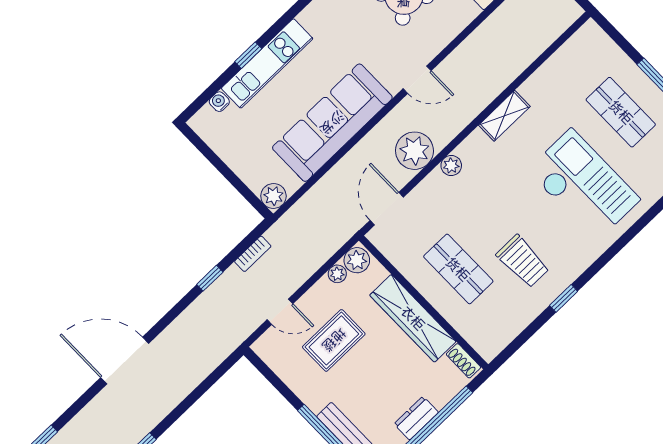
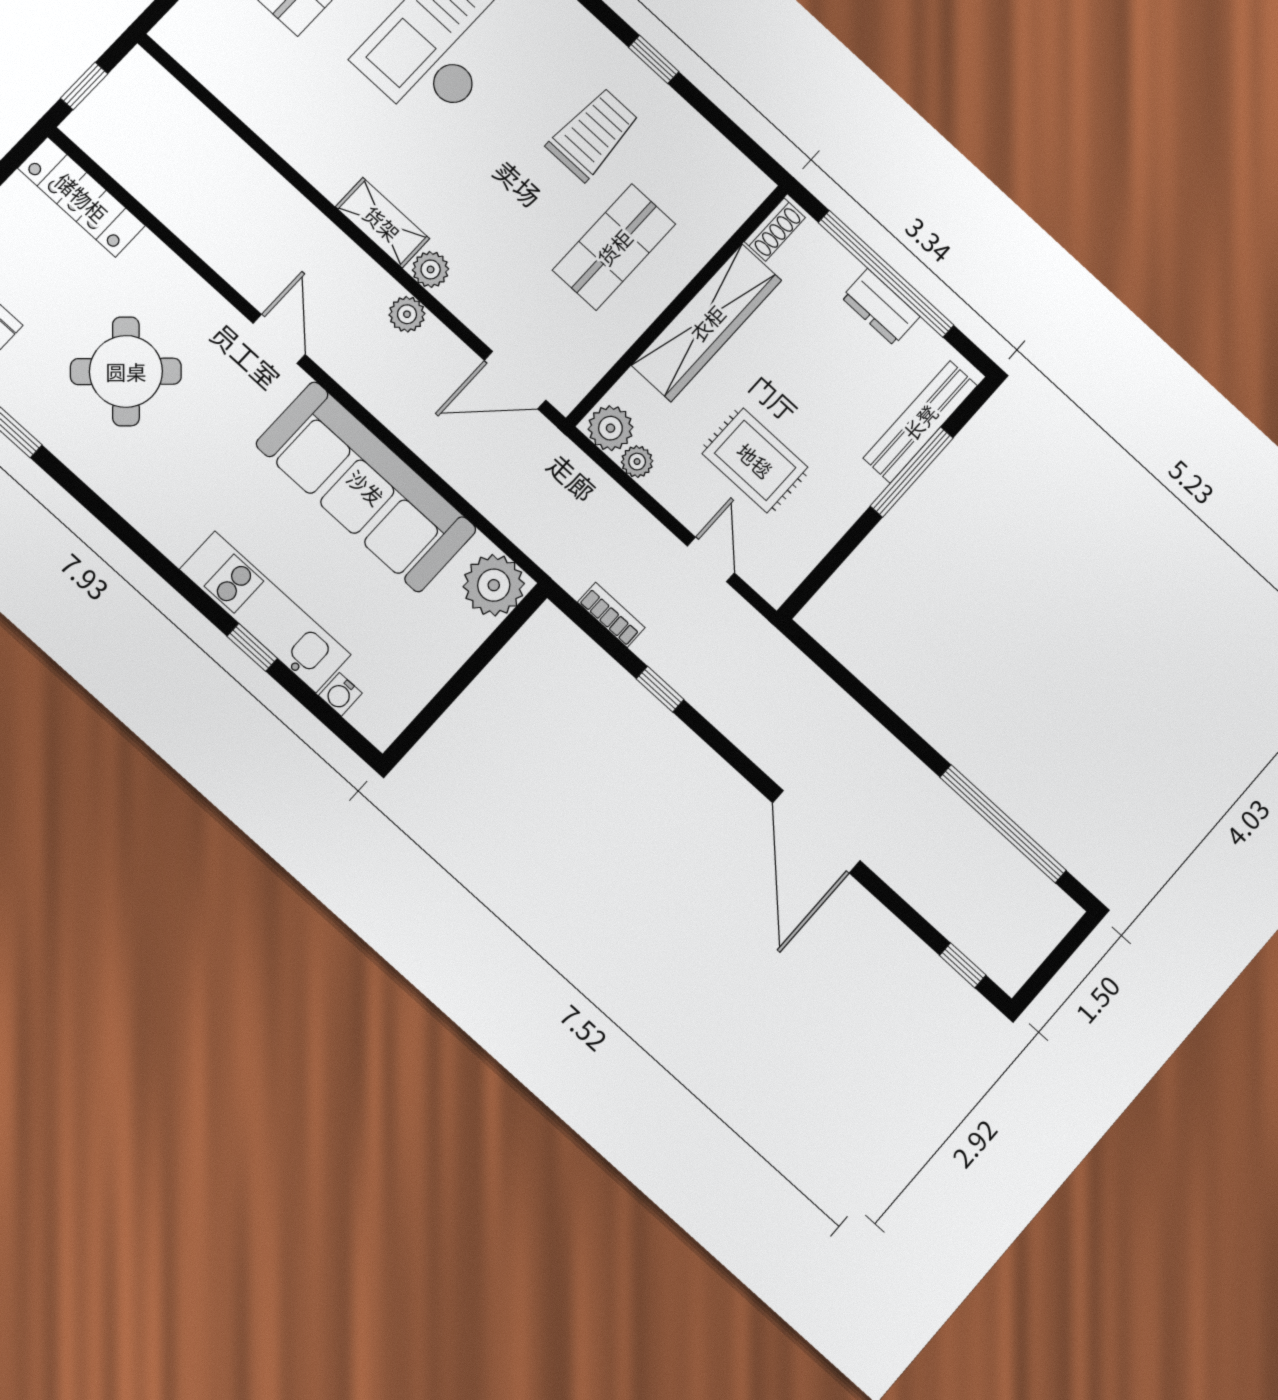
shelving: (504, 116) -> (382, 223), moved
plant: (414, 151) -> (407, 314), width x0.53, depth x0.53
plant: (273, 196) -> (494, 585), width x1.36, depth x1.36

